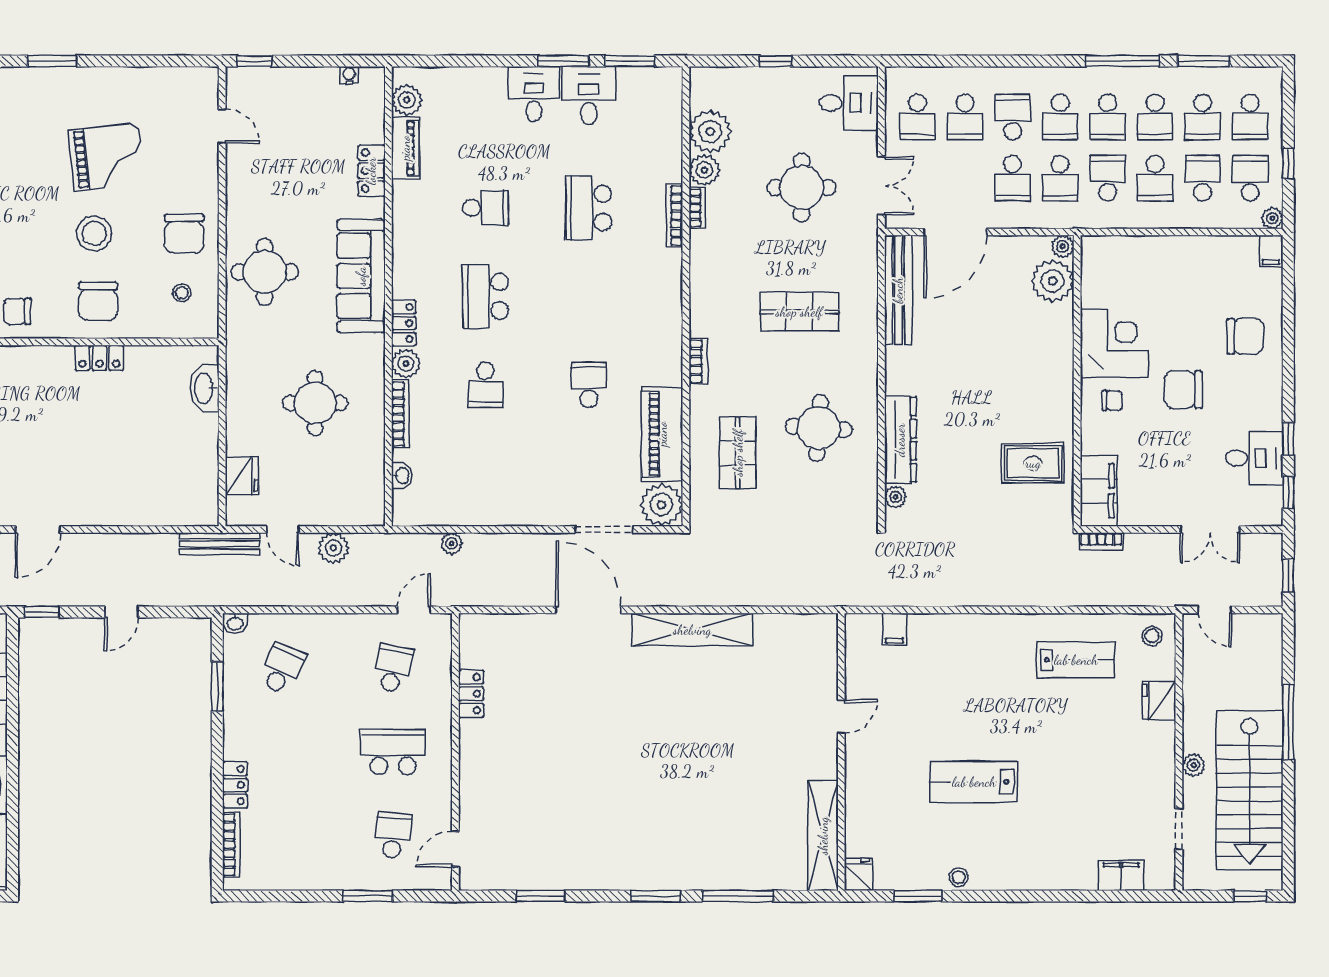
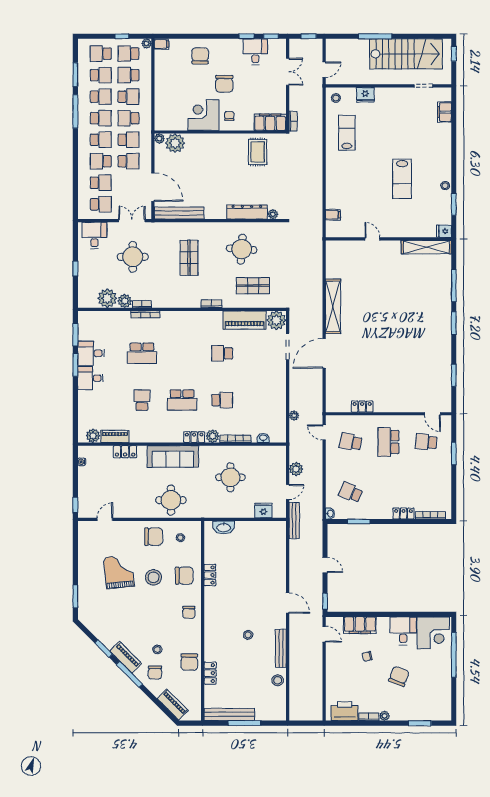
school desk: (1250, 117) -> (101, 54), turned 180
plant: (1194, 765) -> (394, 79), removed

